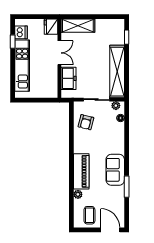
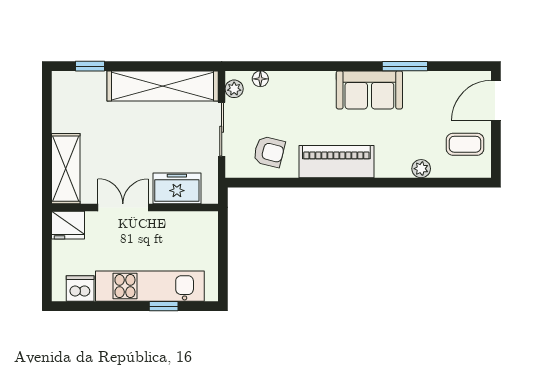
window: (13, 42) -> (164, 306), moved
piano: (81, 171) -> (336, 162), moved

